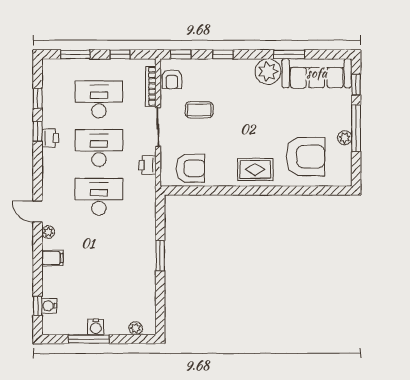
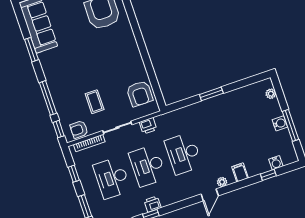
window: (223, 54) -> (48, 98), width x2.17
plant: (268, 72) -> (49, 61), removed
armchair: (172, 79) -> (79, 129), turned 180
armchair: (190, 168) -> (140, 94), turned 180
rug: (255, 169) -> (124, 46), removed
window: (38, 306) -> (268, 175), moved

